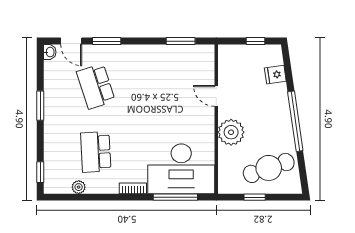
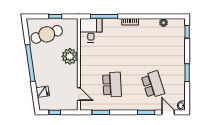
door: (216, 96) -> (79, 94), moved
school desk: (96, 152) -> (112, 85), moved
desk: (181, 169) -> (91, 30), width x0.53, depth x0.77

